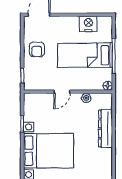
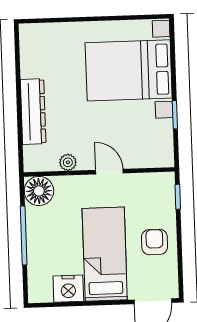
bed: (85, 55) -> (105, 254), moved, turned -90
floor lamp: (108, 86) -> (39, 191), width x1.89, depth x1.89
door: (62, 92) -> (109, 172), hinge flipped

